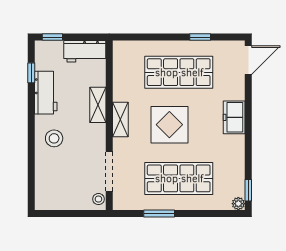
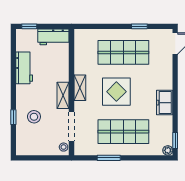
window: (31, 73) -> (13, 117), moved
shelving: (98, 105) -> (63, 95), moved
freezer: (234, 117) -> (165, 103), moved
stool: (54, 138) -> (34, 117), moved

